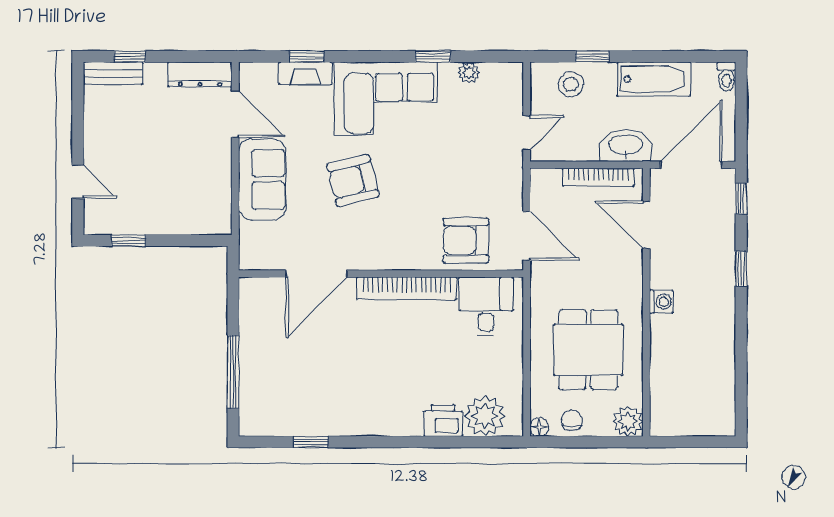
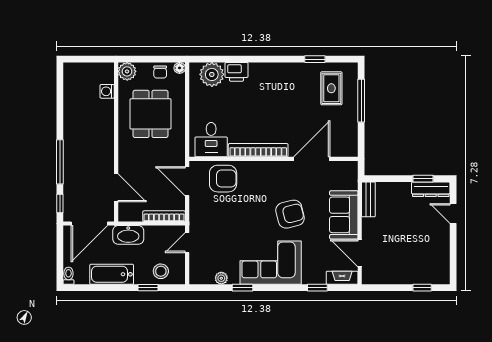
bench: (113, 73) -> (368, 199), moved, turned 90
fireplace: (305, 73) -> (342, 278), moved
dresser: (200, 74) -> (431, 189), moved, turned 180
bookcase: (598, 177) -> (164, 216), moved
window: (741, 269) -> (60, 162), width x2.17
washing machine: (661, 302) -> (107, 91), moved
rug: (283, 393) -> (331, 88), added

